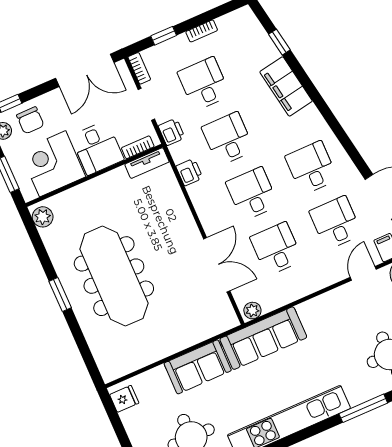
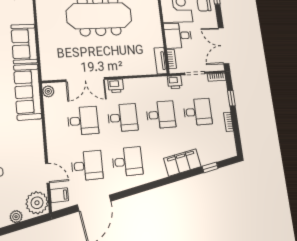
printer: (189, 172) -> (116, 86), moved

